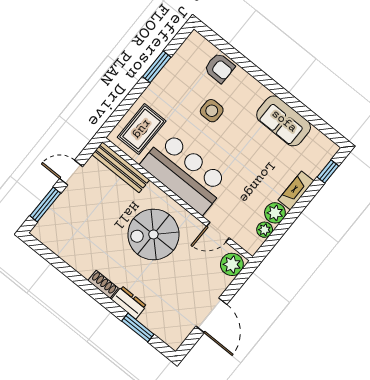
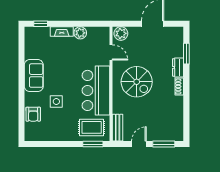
window: (157, 67) -> (93, 144), moved
armchair: (219, 68) -> (33, 114), turned 180
sofa: (284, 121) -> (34, 76), moved
bench: (121, 167) -> (118, 128), width x0.73
door: (71, 173) -> (139, 144), swing flipped
plant: (265, 230) -> (92, 31), removed

